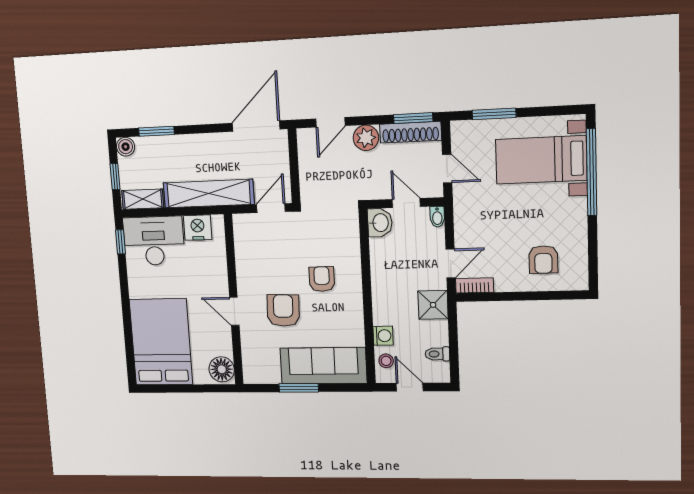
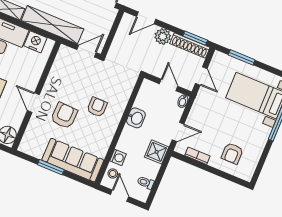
washbasin: (380, 223) -> (136, 118), moved
bookcase: (475, 285) -> (197, 156), moved

